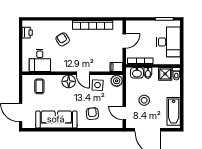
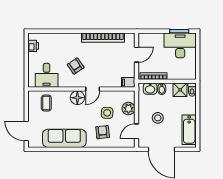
armchair: (63, 39) -> (76, 66), moved
desk: (168, 42) -> (180, 45), moved, turned -90
door: (83, 73) -> (93, 89), hinge flipped
plant: (117, 81) -> (128, 109), moved
side table: (98, 85) -> (107, 113), moved
door: (124, 113) -> (137, 131), hinge flipped

